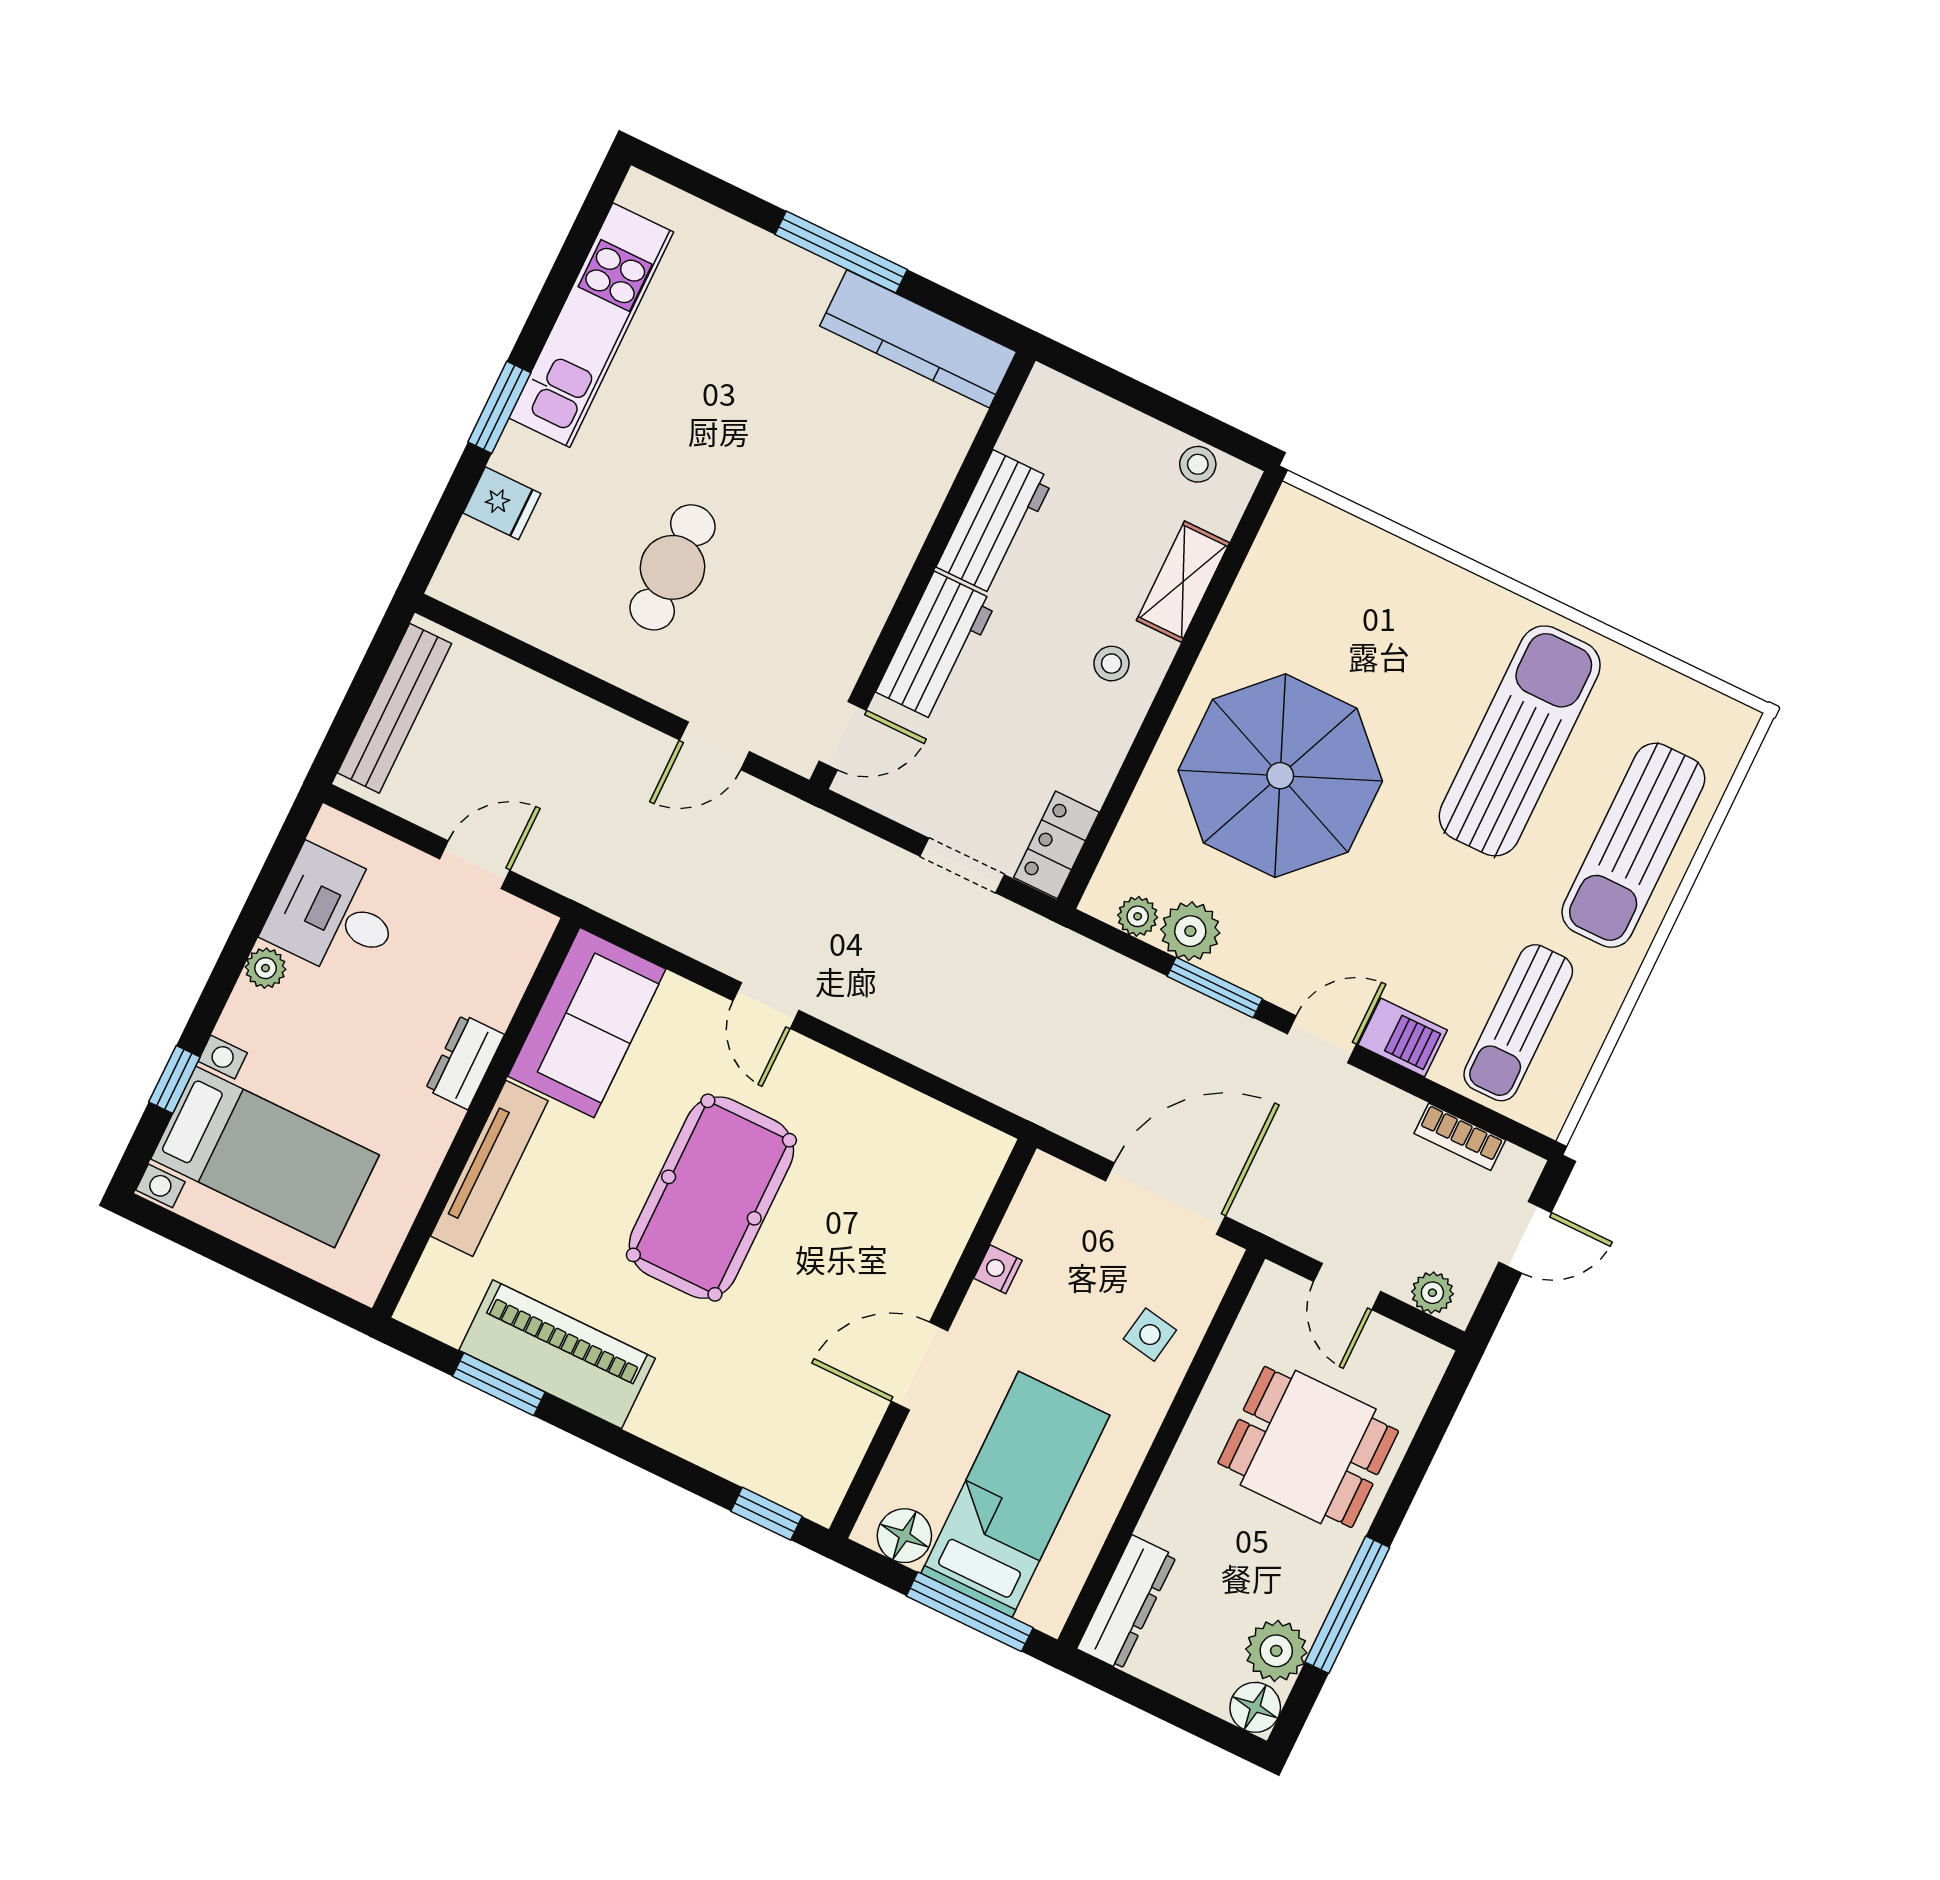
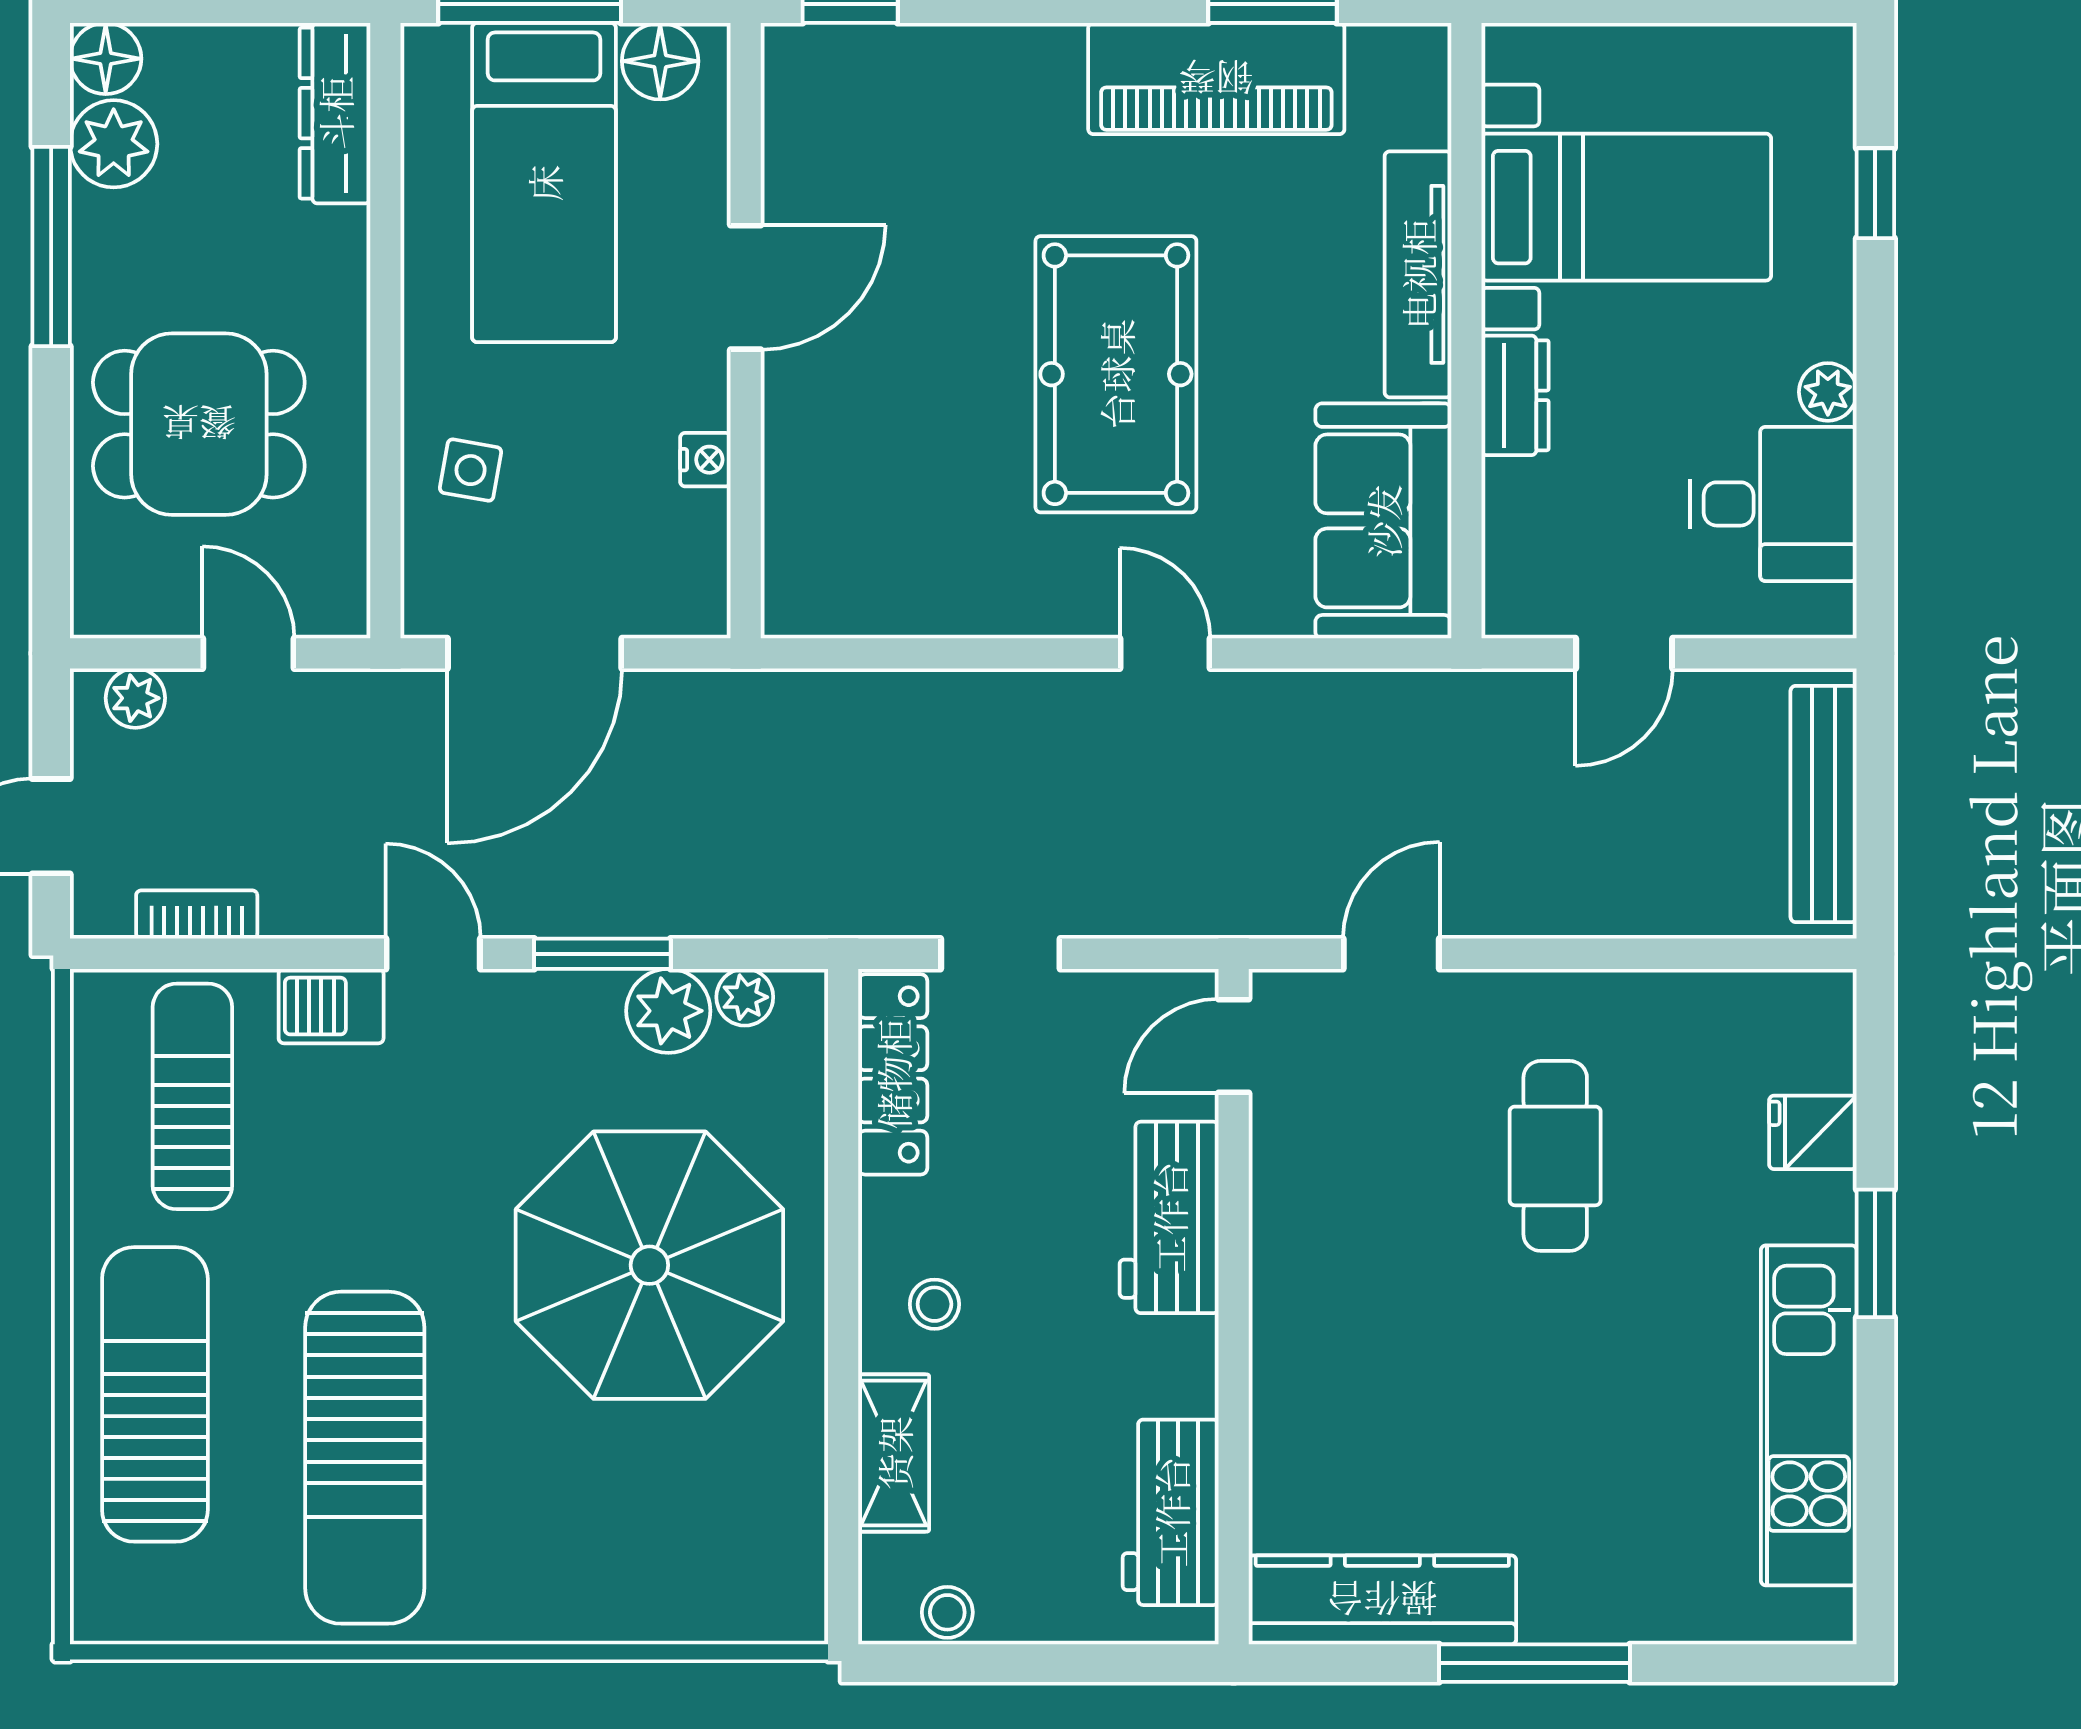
workbench: (995, 523) -> (1171, 1512), moved
locker: (1056, 845) -> (893, 1074), width x1.53
door: (1322, 1039) -> (433, 954), swing flipped
bed with nightstands: (265, 1157) -> (1626, 207), moved, turned 180

